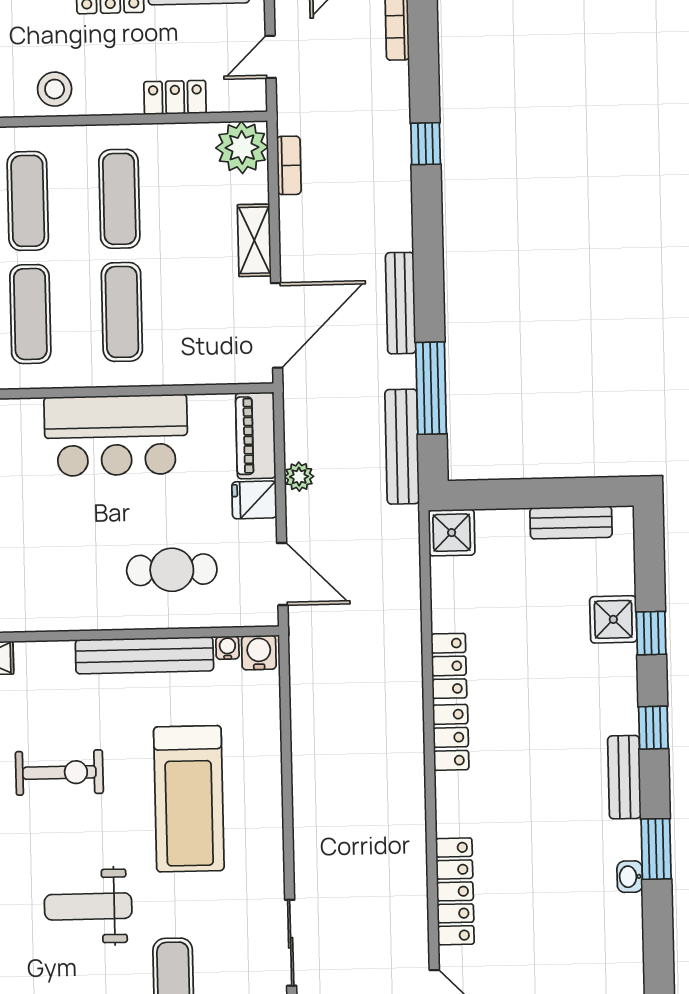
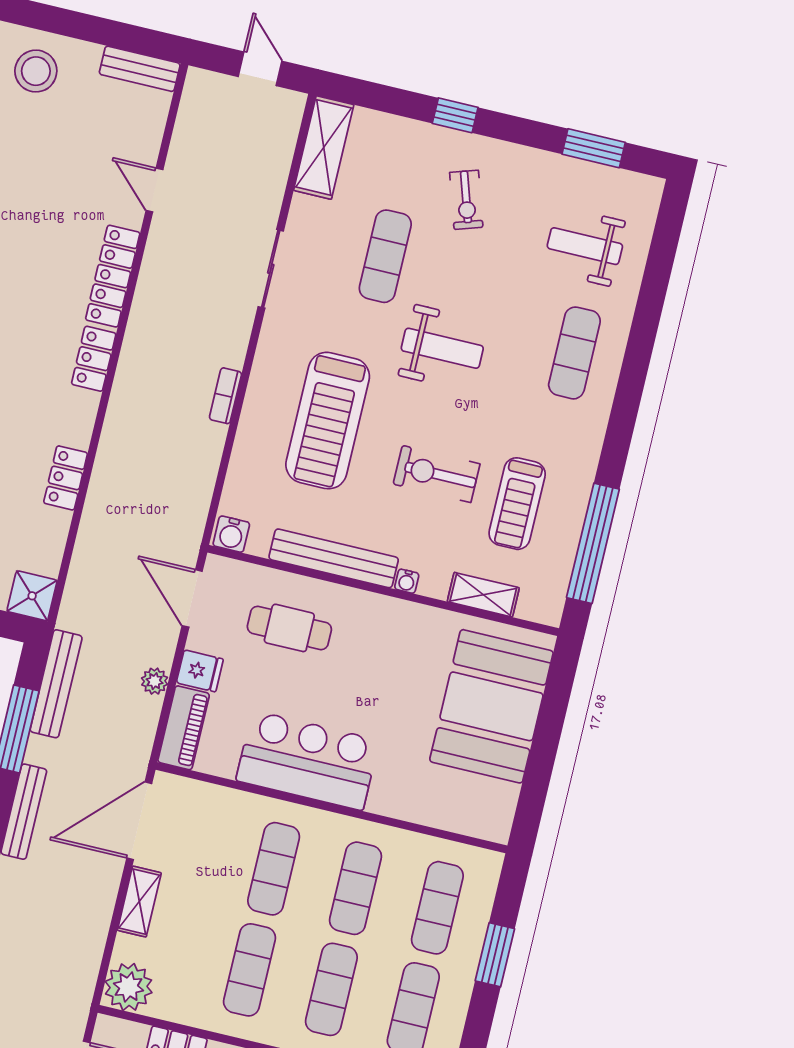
bookcase: (289, 165) -> (225, 396), moved
water cooler: (227, 648) -> (407, 581), moved
locker: (451, 737) -> (94, 359), moved
treadmill: (189, 799) -> (328, 421), turned 180

